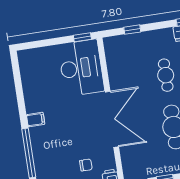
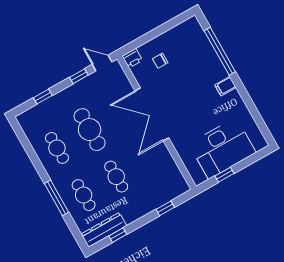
window: (82, 37) -> (224, 175), moved
desk: (81, 68) -> (222, 148), moved, turned -90

